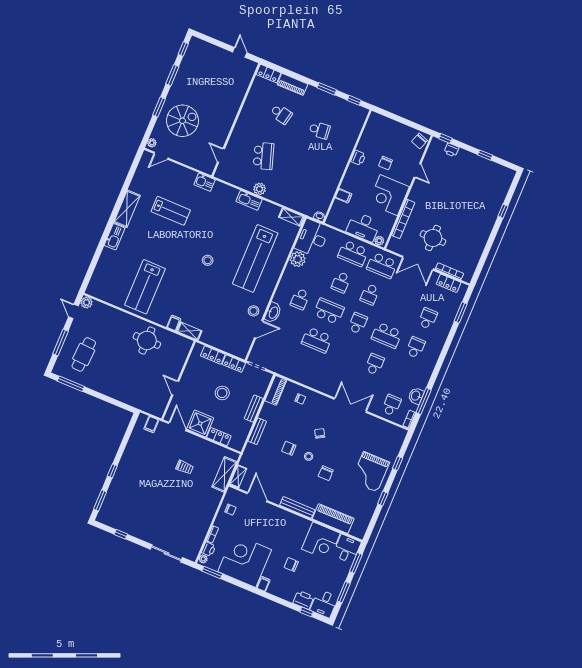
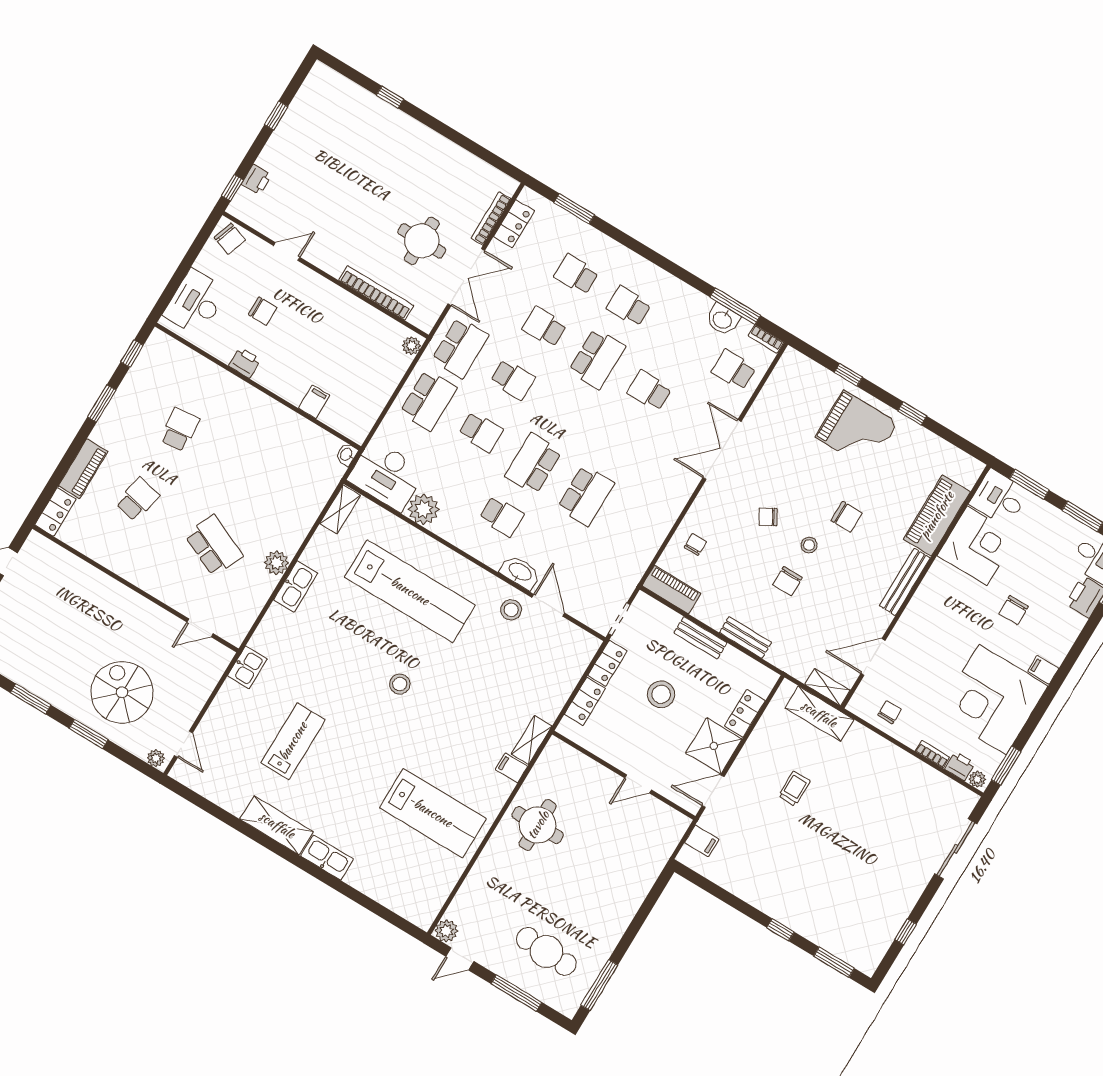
school desk: (264, 156) -> (214, 545), turned 42
corner desk: (389, 195) -> (326, 314), removed
desk: (363, 227) -> (195, 302), moved, turned 180
school desk: (358, 323) -> (544, 327), moved

